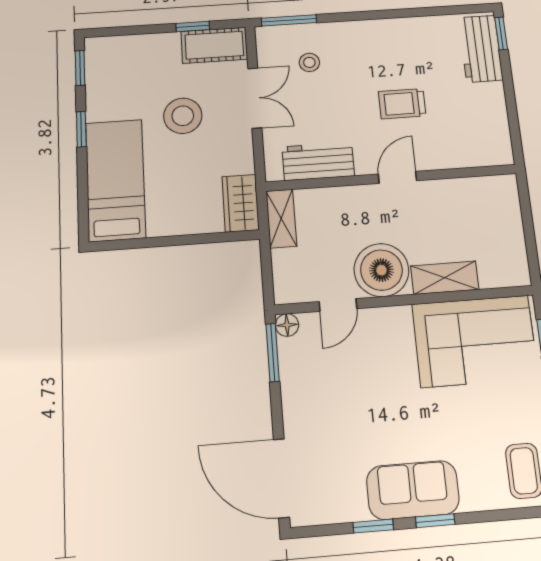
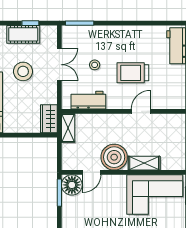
cot: (214, 45) -> (23, 34), moved
stool: (309, 62) -> (95, 65), moved
trolley: (402, 104) -> (133, 73), width x1.36, depth x1.39
door: (397, 177) -> (141, 111), moved
floor lamp: (287, 325) -> (72, 185), width x1.89, depth x1.89

